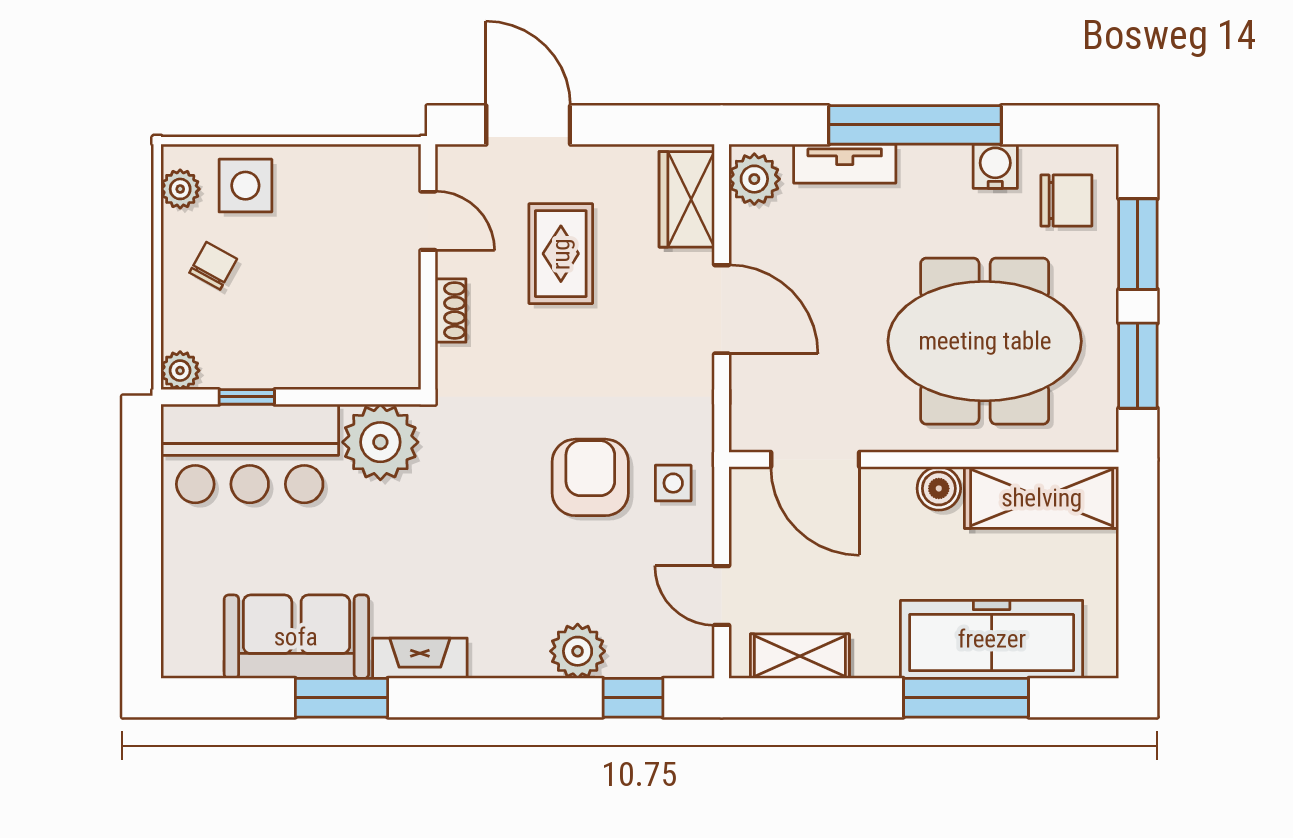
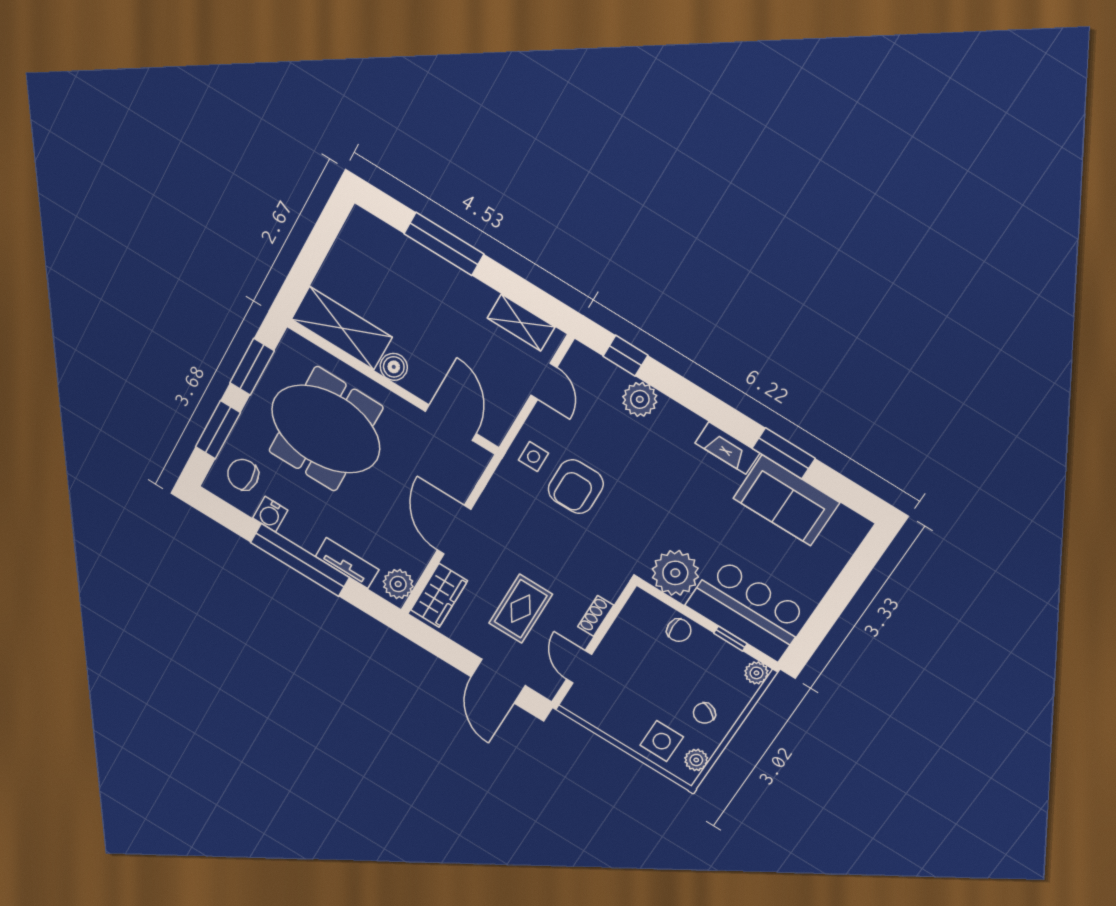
chair: (324, 364) -> (679, 630), added
freezer: (992, 639) -> (412, 268), removed

